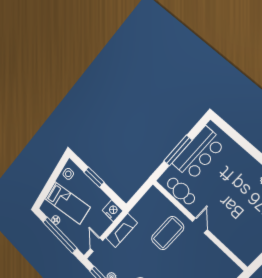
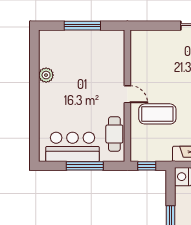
window: (140, 193) -> (147, 166), added
door: (200, 225) -> (127, 94), swing flipped

